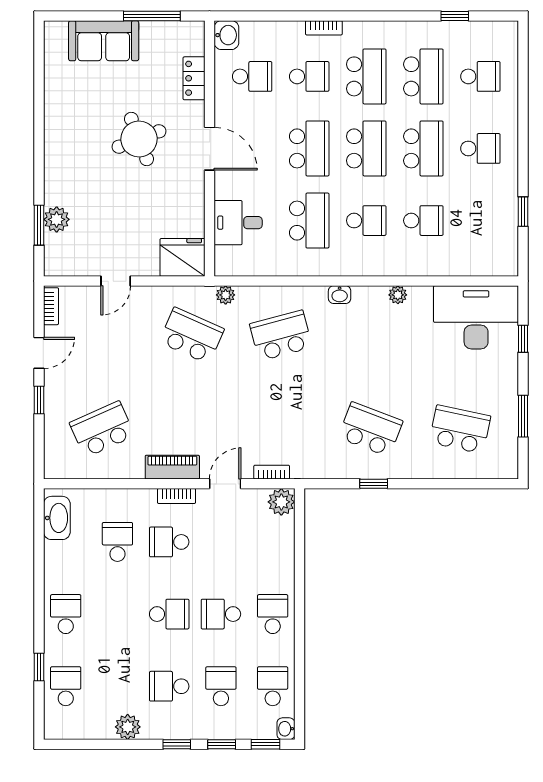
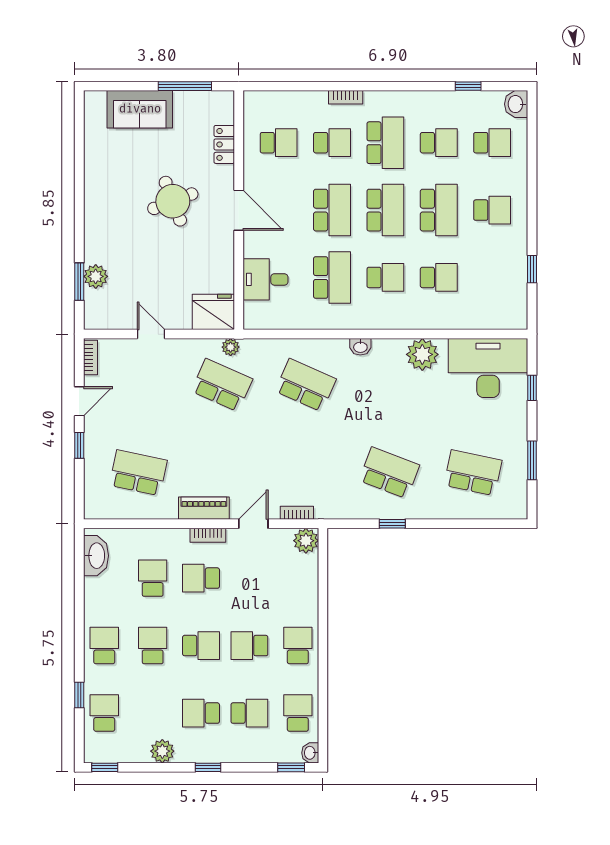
washbasin: (226, 35) -> (516, 104), moved, turned 180
school desk: (423, 76) -> (439, 143), width x0.54
door: (116, 281) -> (151, 334), swing flipped
plant: (226, 295) -> (231, 347), moved
plant: (398, 295) -> (422, 354), width x1.88, depth x1.88
school desk: (281, 336) -> (306, 385), turned 39
school desk: (102, 429) -> (138, 473), turned 36
school desk: (117, 614) -> (153, 646), added
school desk: (221, 686) -> (249, 713), turned 90
window: (222, 744) -> (105, 767), moved

